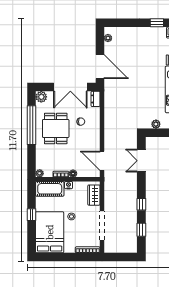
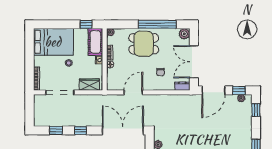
window: (120, 23) -> (256, 110), added
window: (100, 40) -> (239, 90), added
dining table: (56, 128) -> (144, 44), moved
door: (102, 161) -> (133, 92), moved
double door: (141, 161) -> (123, 130), width x1.87
window: (31, 215) -> (86, 24), moved

